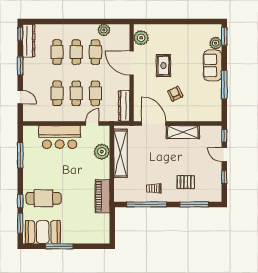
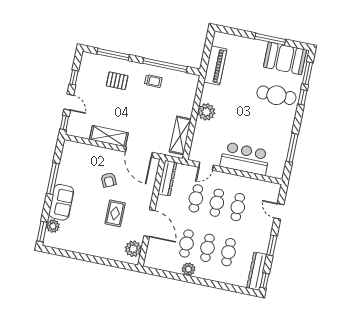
plant: (104, 30) -> (189, 269), moved
plant: (102, 152) -> (206, 112), moved
shelving: (120, 153) -> (180, 135), width x0.68
piano: (102, 196) -> (215, 66), moved

